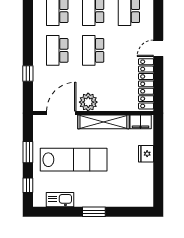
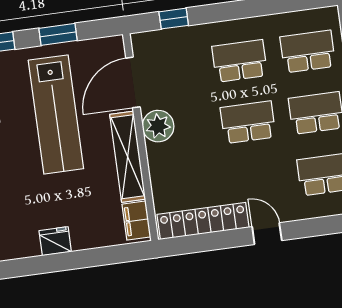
window: (28, 74) -> (174, 19), moved
door: (61, 113) -> (133, 82), swing flipped
fridge: (146, 154) -> (55, 241), moved

